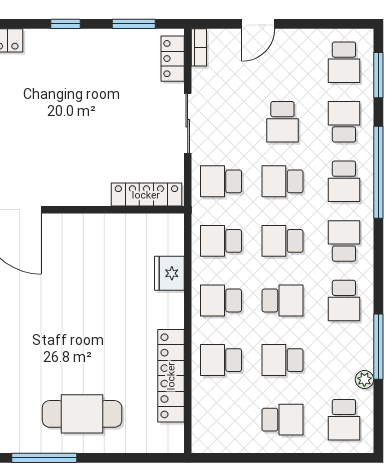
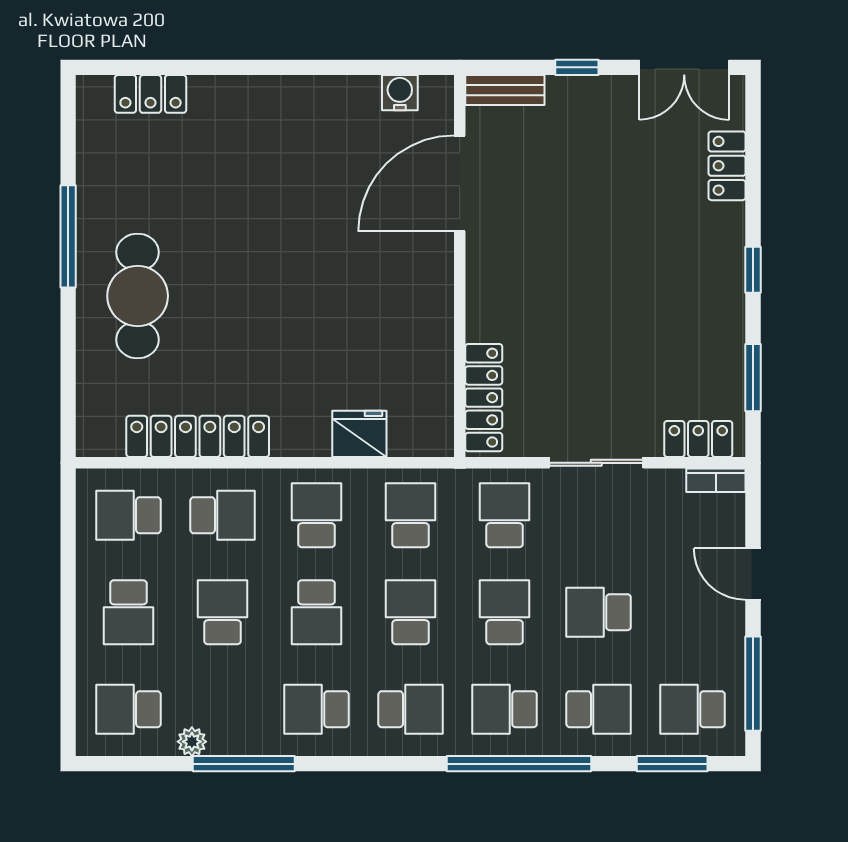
window: (328, 24) -> (753, 684), added
school desk: (221, 360) -> (223, 515), turned 90
school desk: (221, 420) -> (129, 515), added

